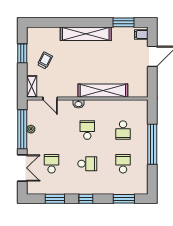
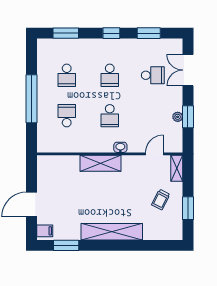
shelving: (103, 91) -> (101, 163), width x0.68
door: (50, 98) -> (154, 154), hinge flipped
window: (22, 129) -> (188, 117), width x0.47
school desk: (52, 164) -> (153, 75), turned -90
school desk: (87, 164) -> (110, 75), turned -90

